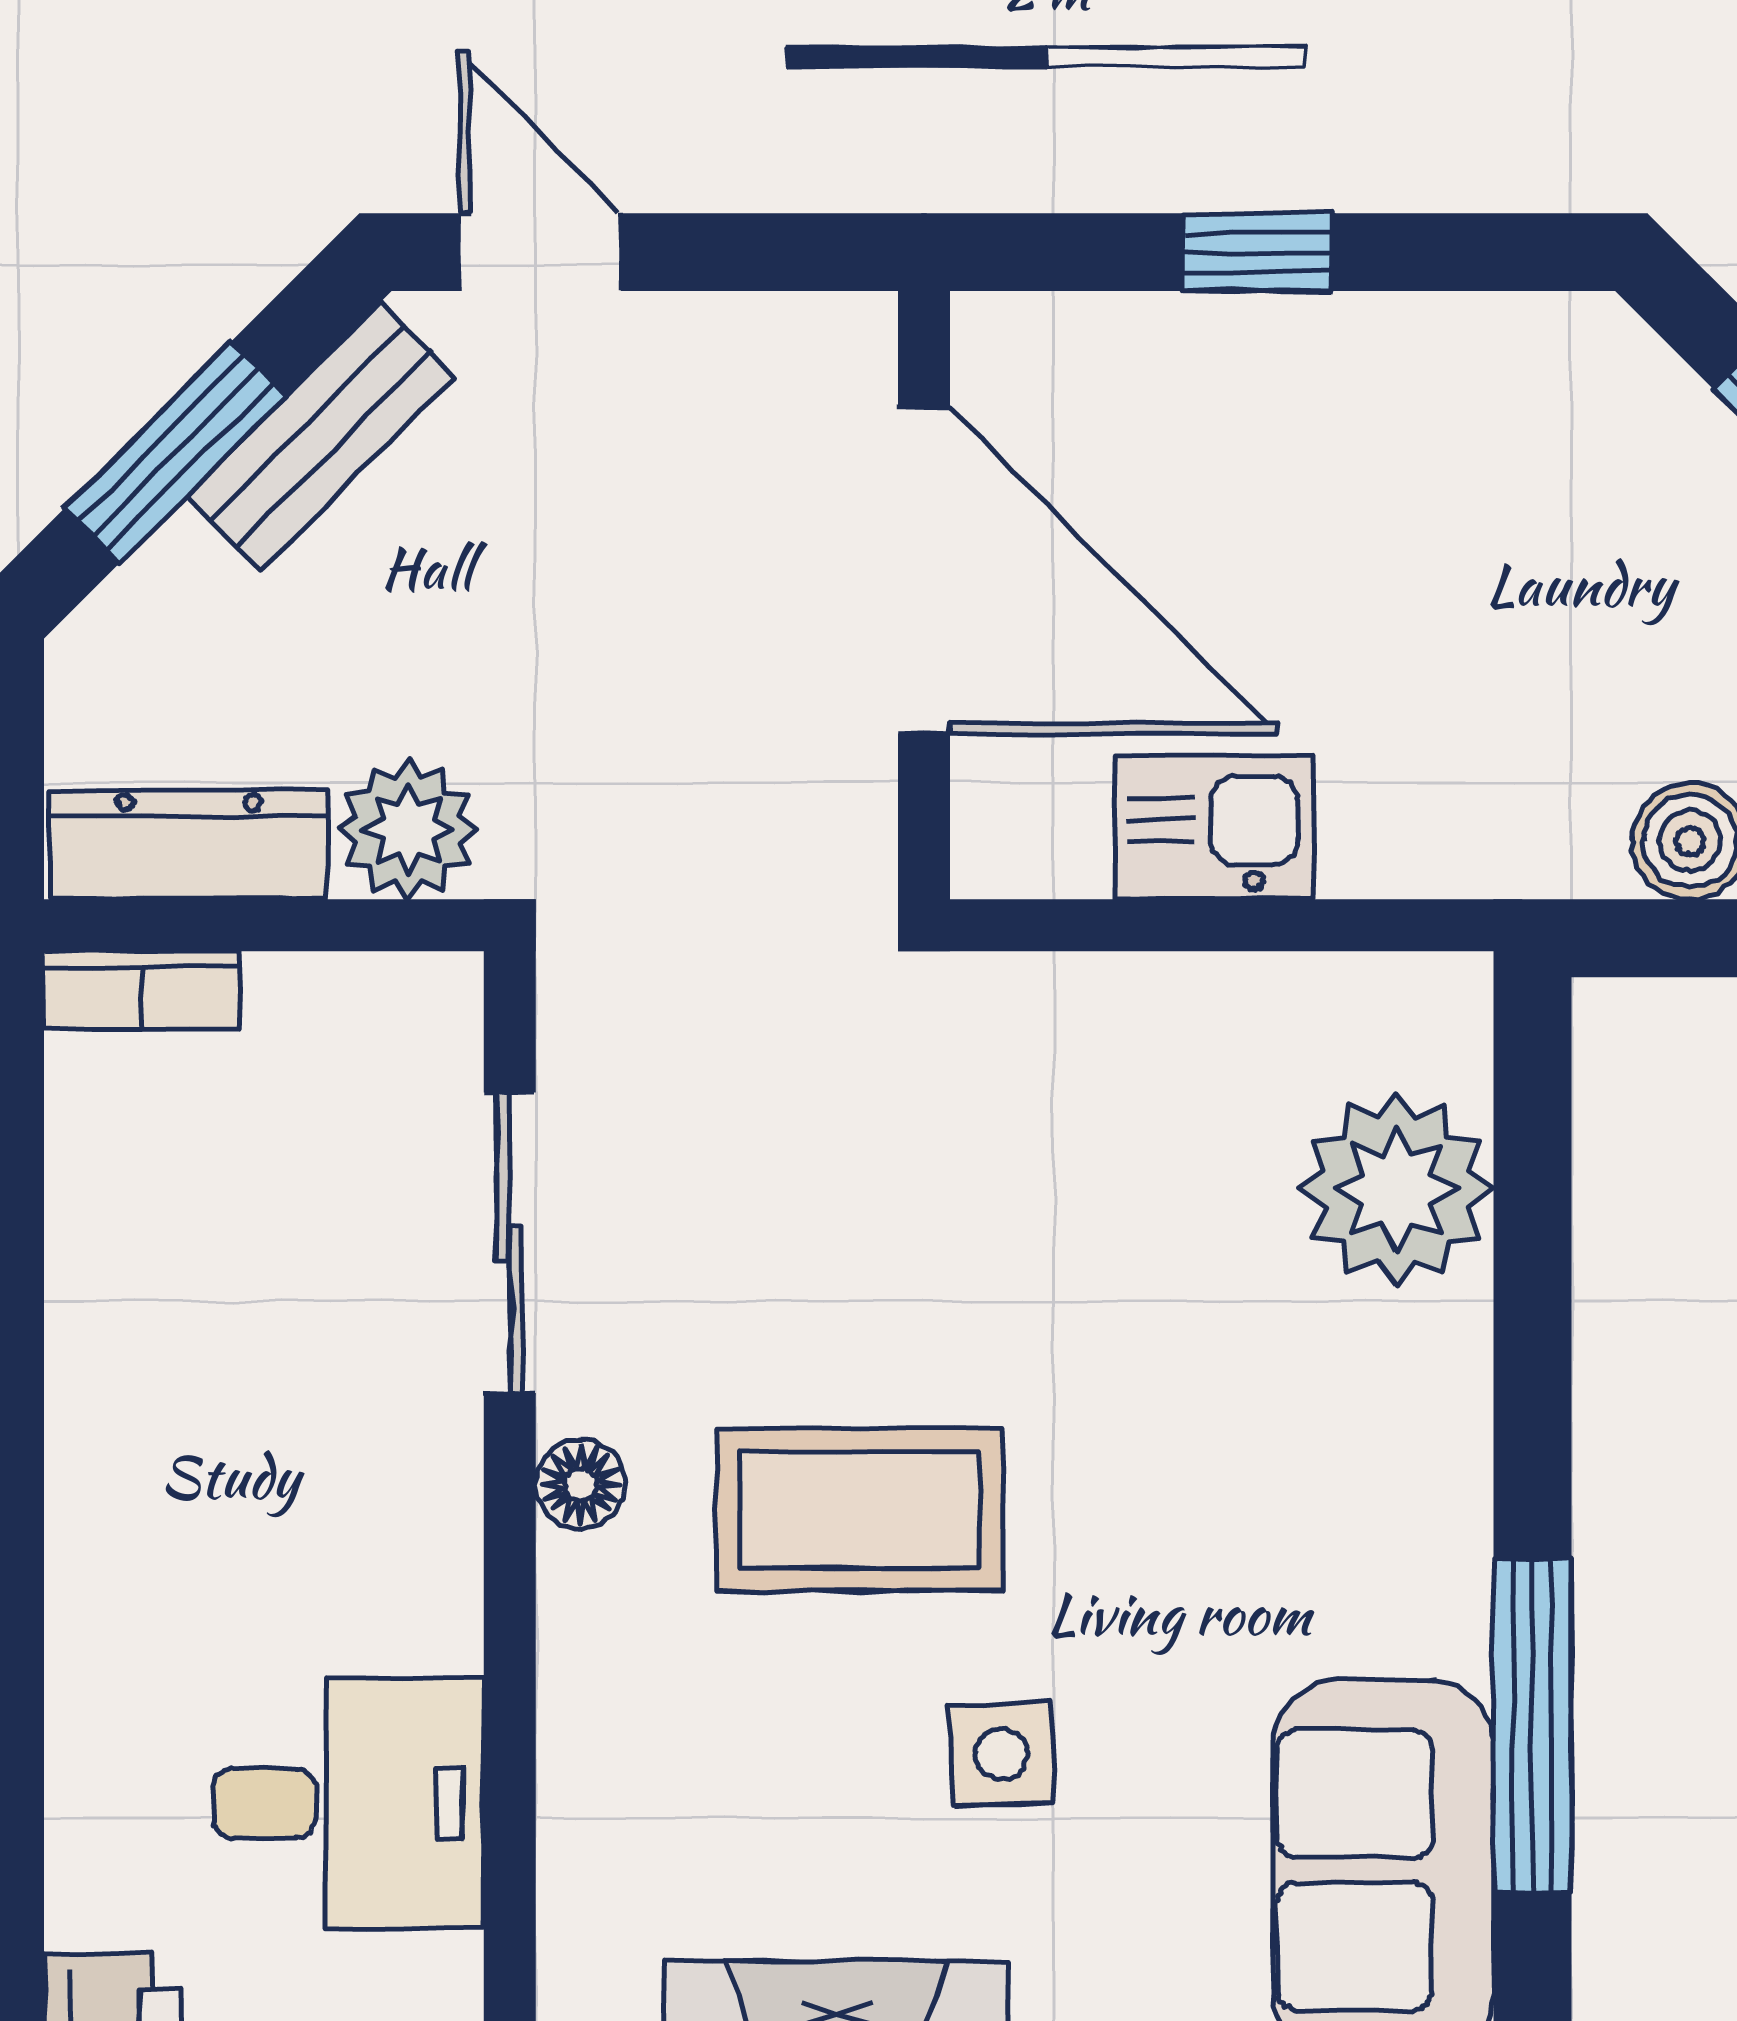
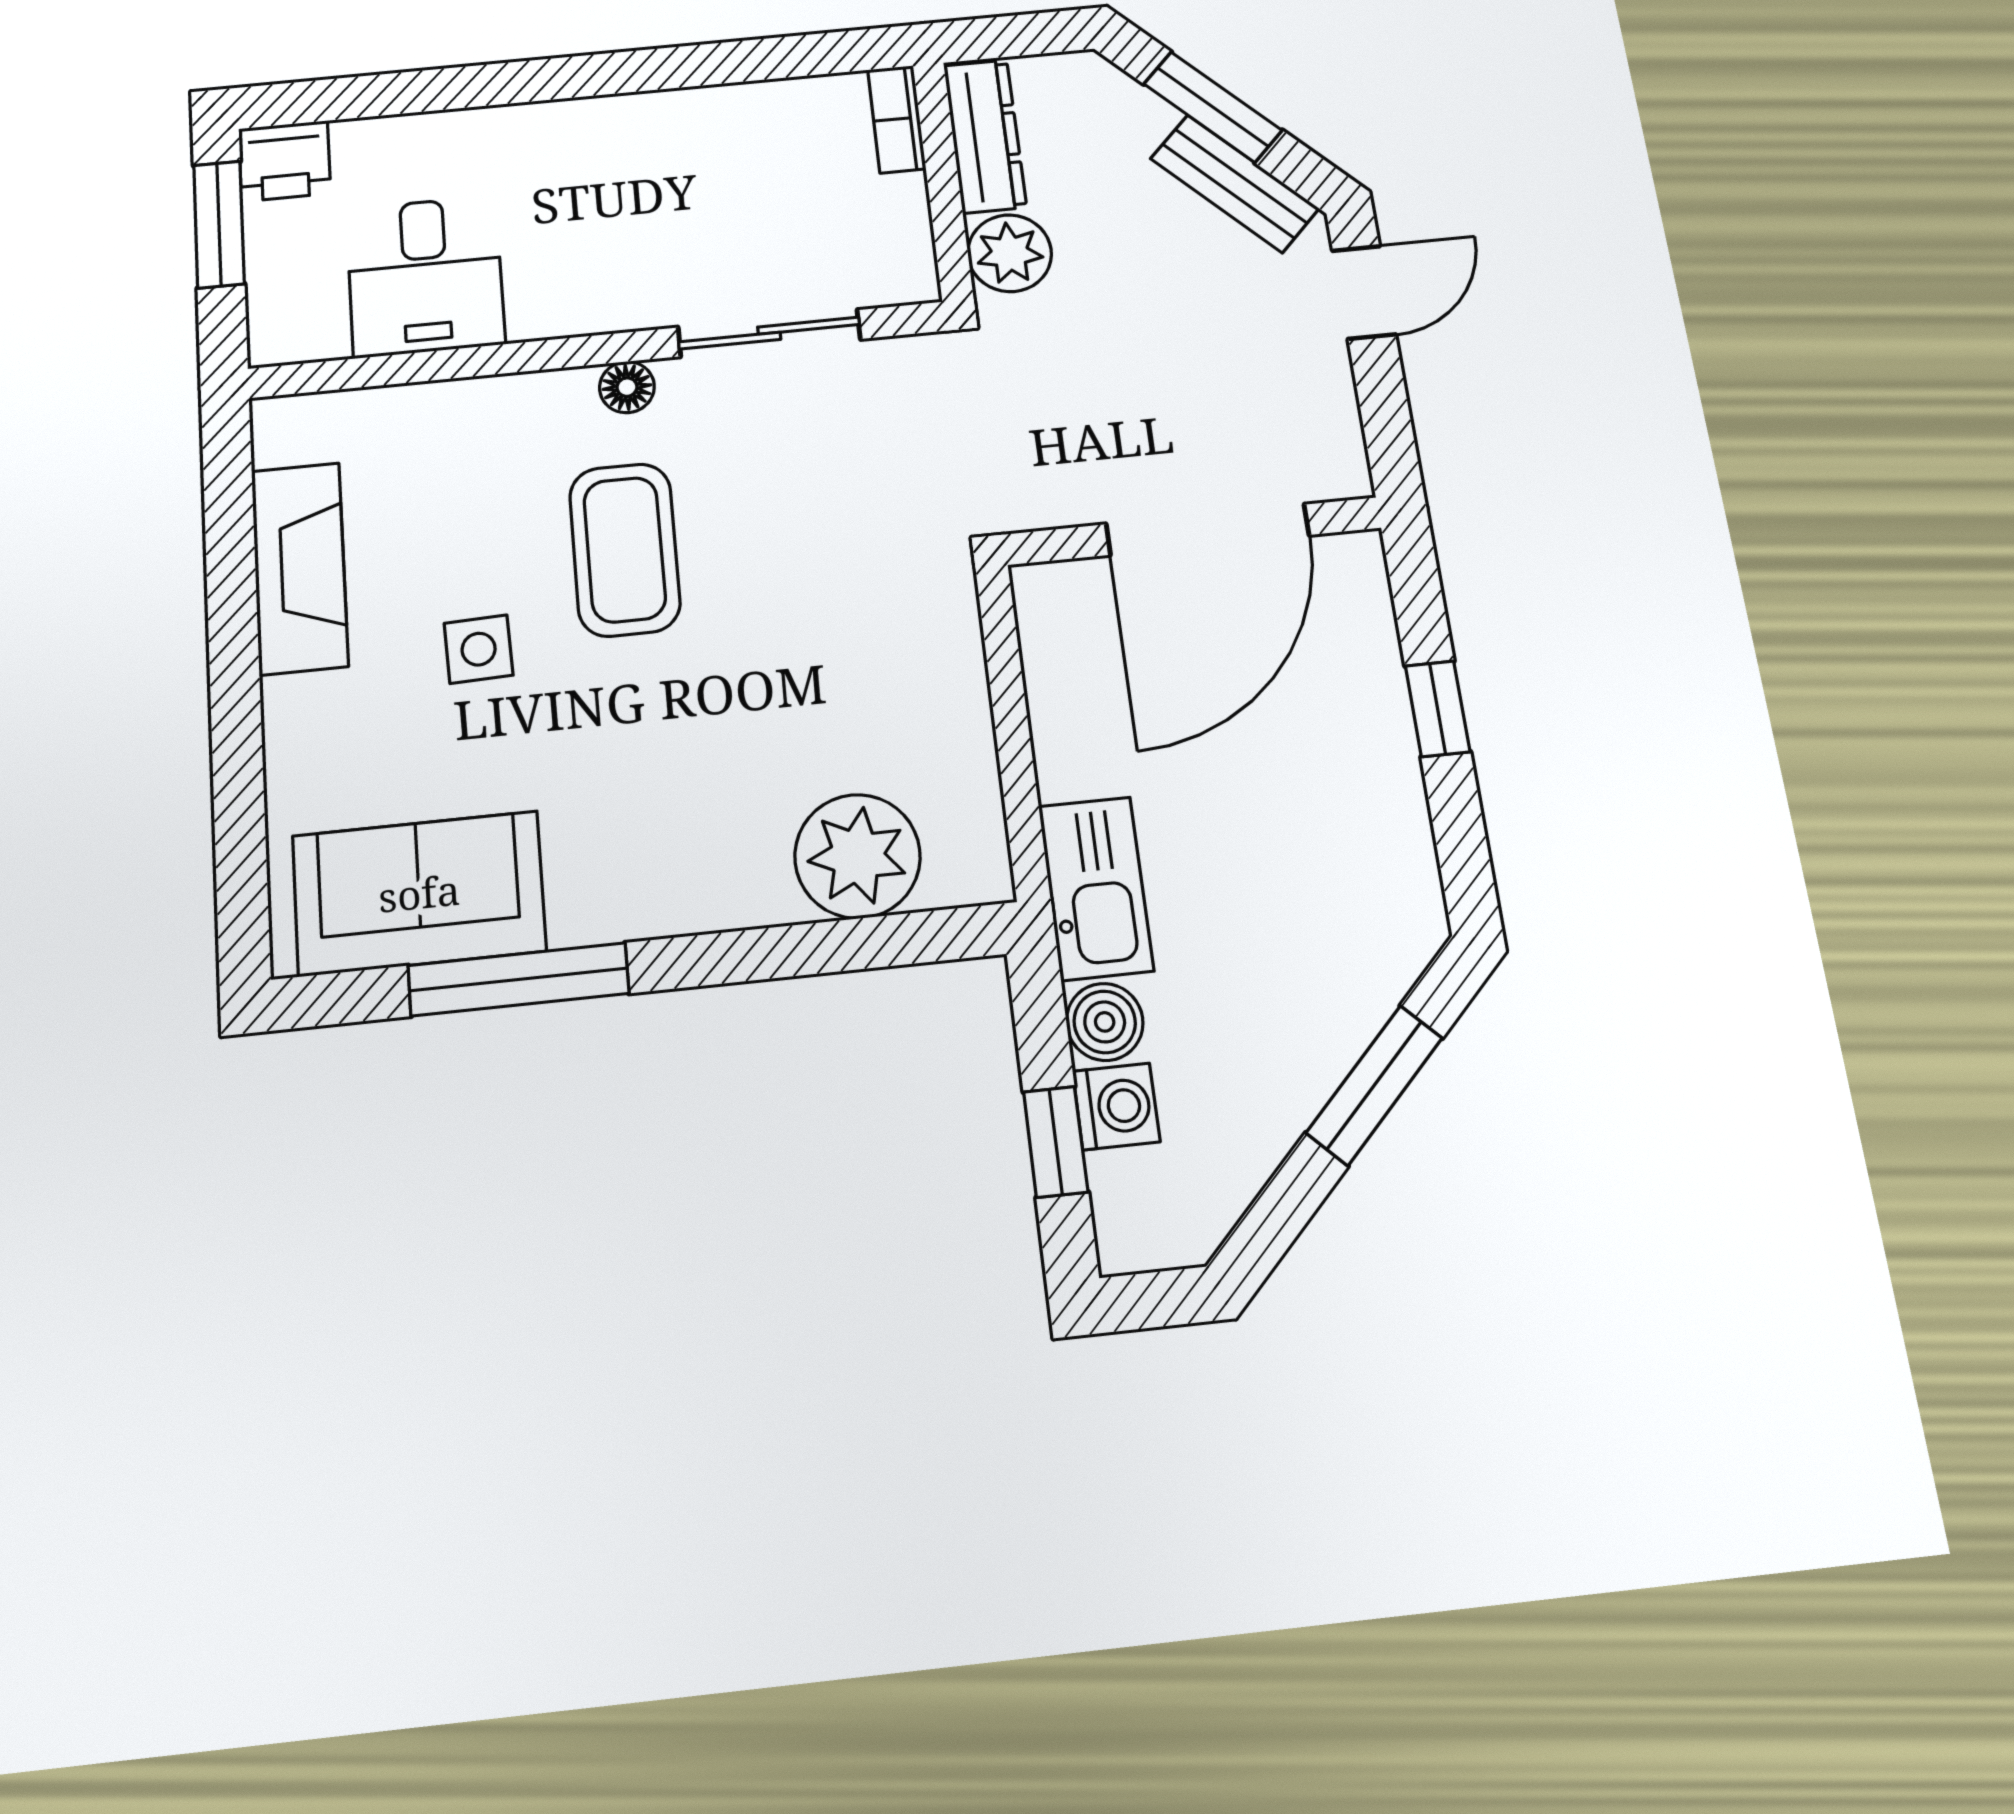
kitchen sink: (1214, 827) -> (1096, 888), moved, width x1.38

